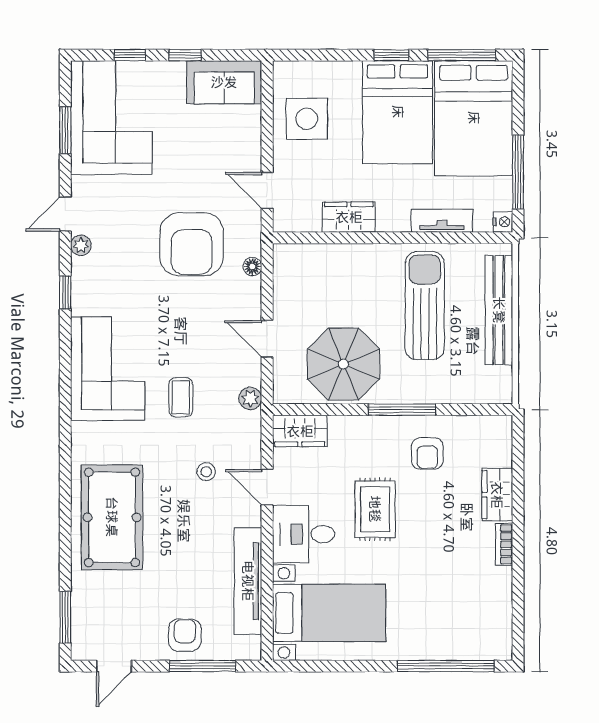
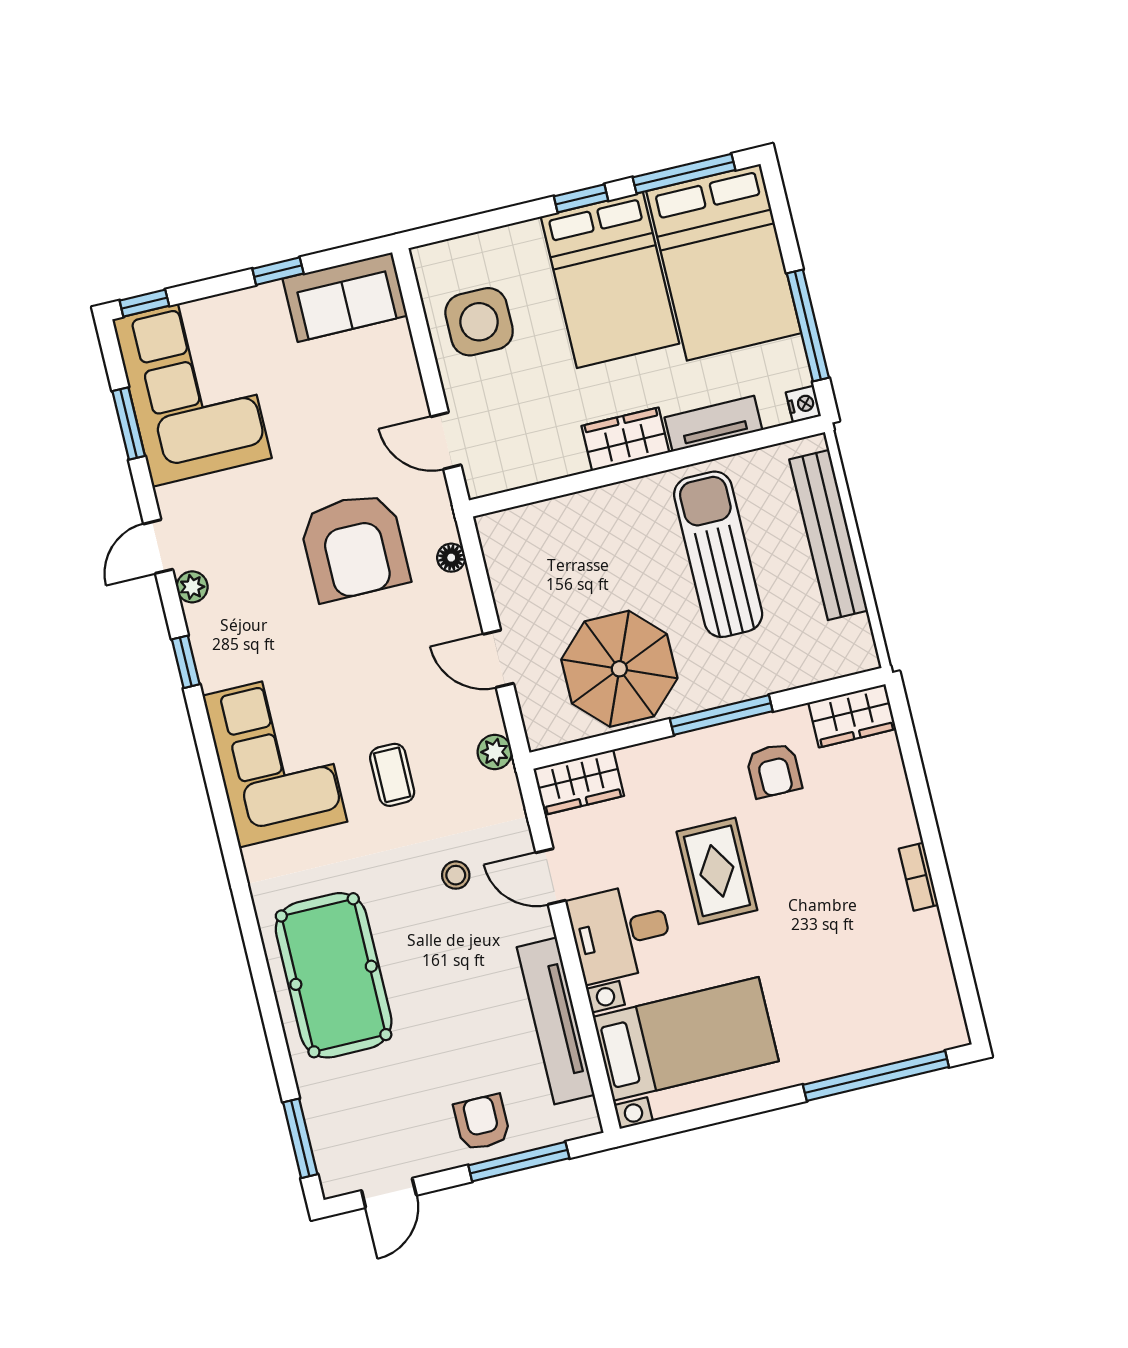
window: (130, 55) -> (144, 303), moved
wardrobe: (349, 217) -> (625, 439), moved
wardrobe: (497, 495) -> (852, 716), moved, turned -90

